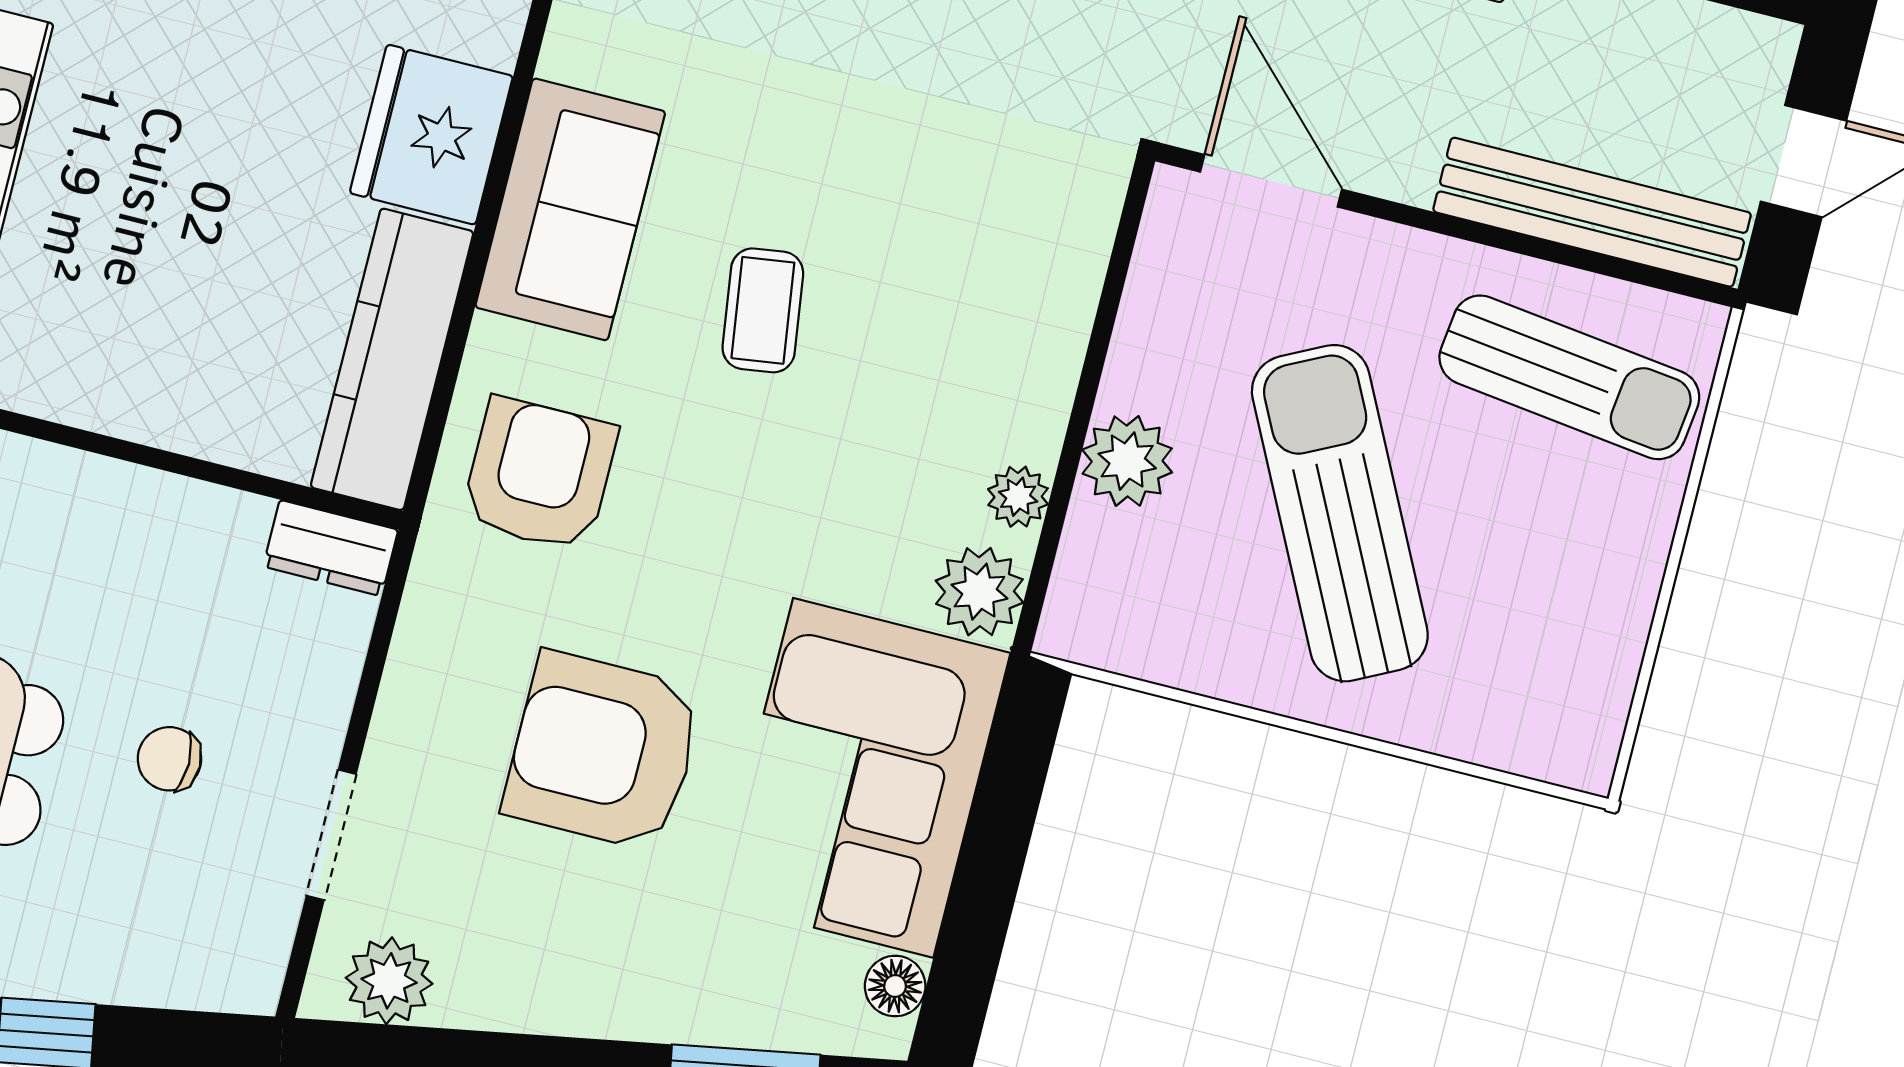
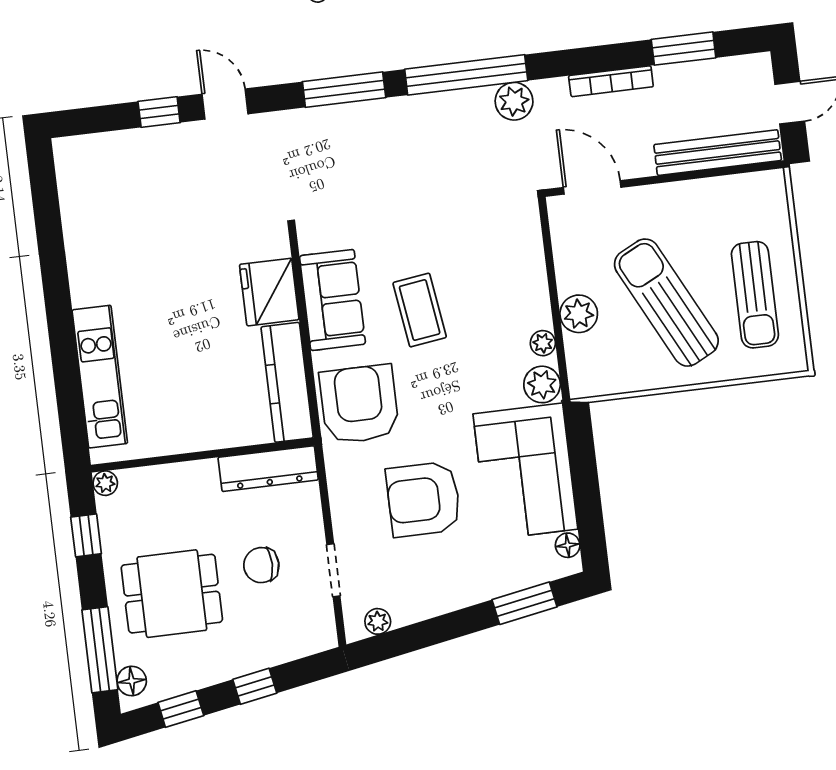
coffee table: (763, 310) -> (420, 310), width x1.36, depth x1.30
sun lounger: (1569, 377) -> (755, 295), moved, turned 83
armchair: (539, 474) -> (359, 404), width x1.36, depth x1.36
dresser: (331, 548) -> (268, 469), width x1.96, depth x1.24
chair: (169, 759) -> (261, 565), width x1.37, depth x1.37
plant: (389, 981) -> (378, 621), width x0.73, depth x0.73

